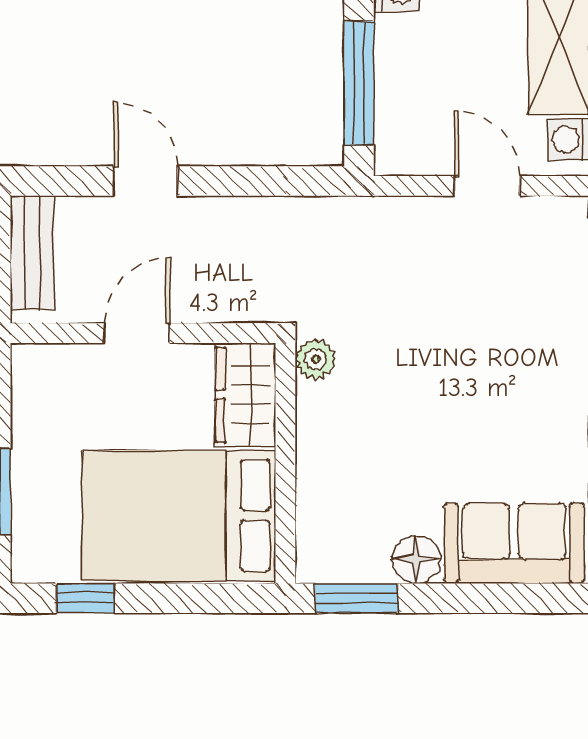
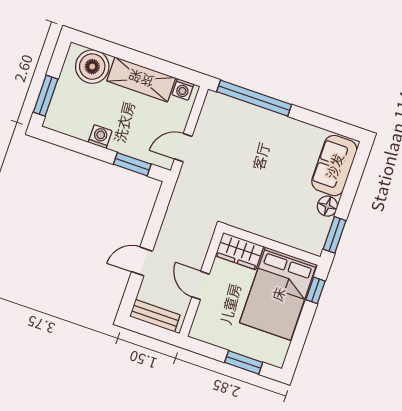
window: (359, 83) -> (132, 164), width x0.69
door: (487, 186) -> (183, 148), moved
plant: (315, 359) -> (235, 219), removed
window: (85, 598) -> (315, 290), moved

